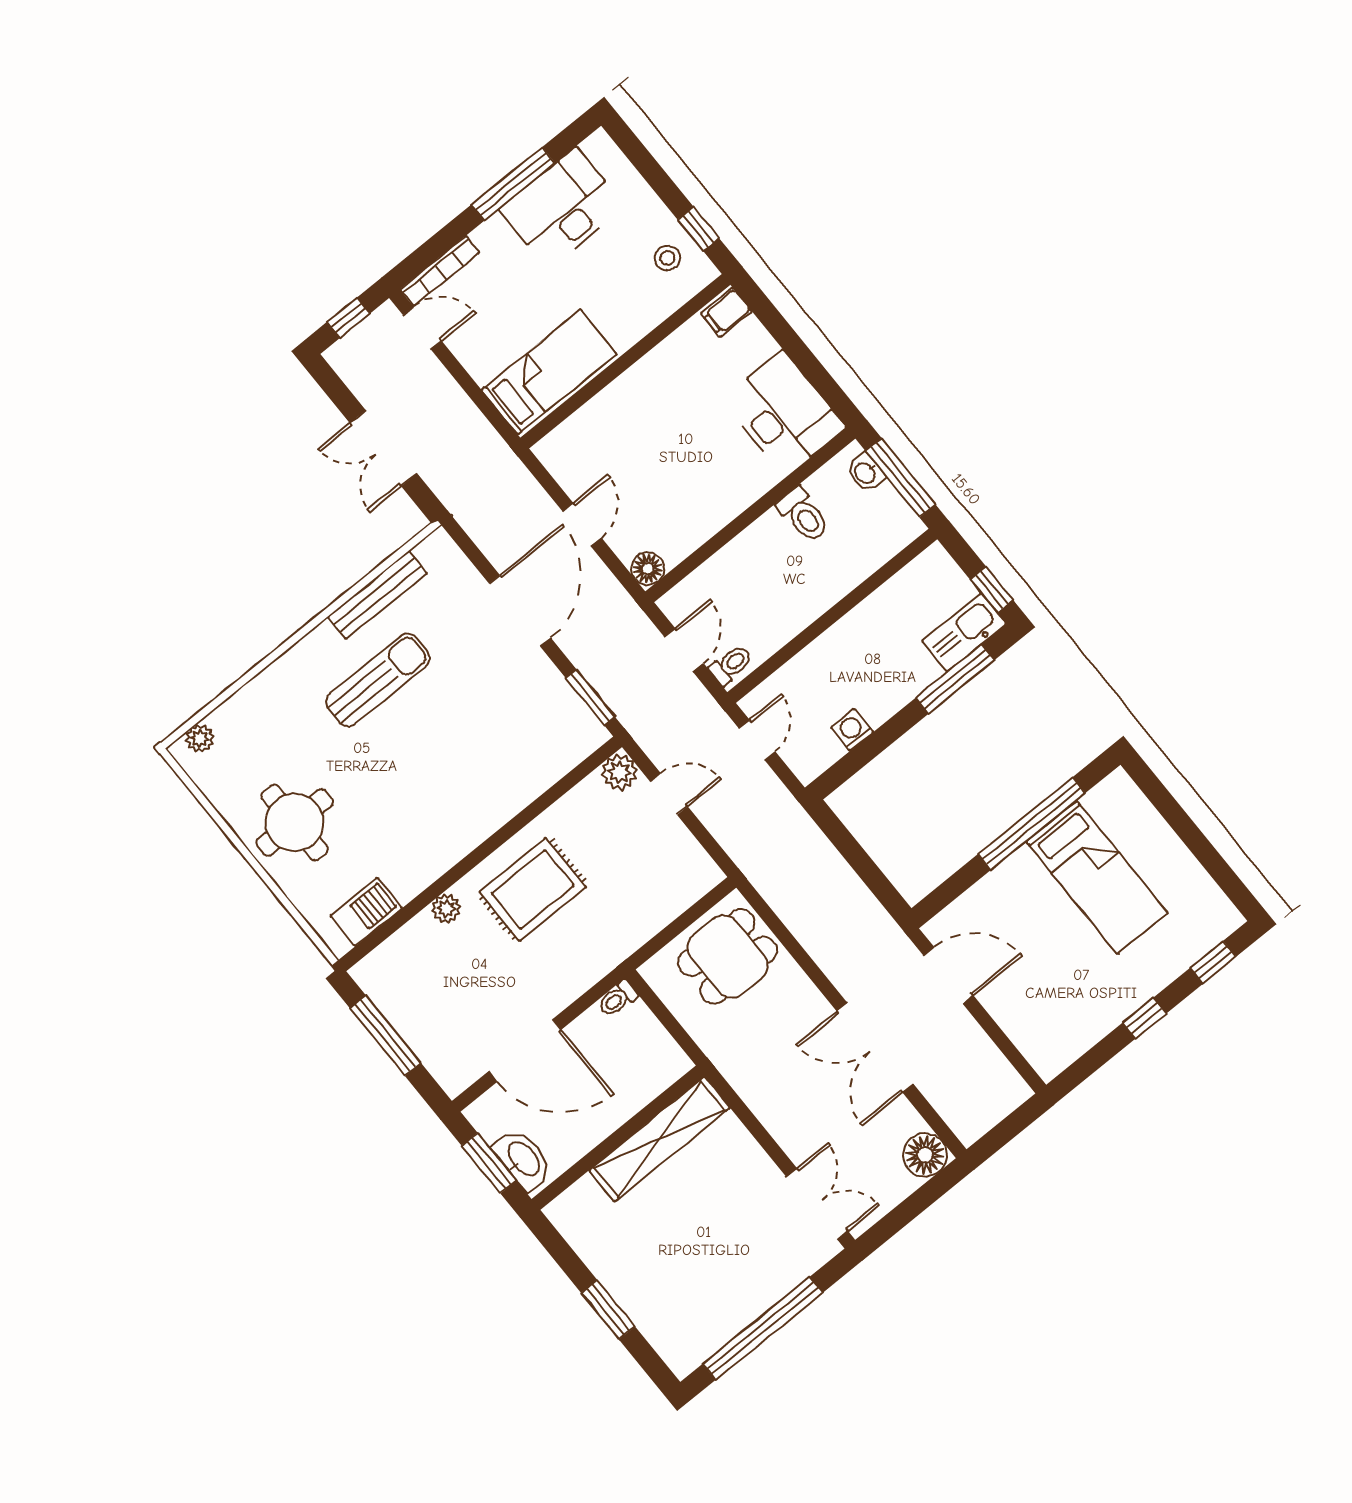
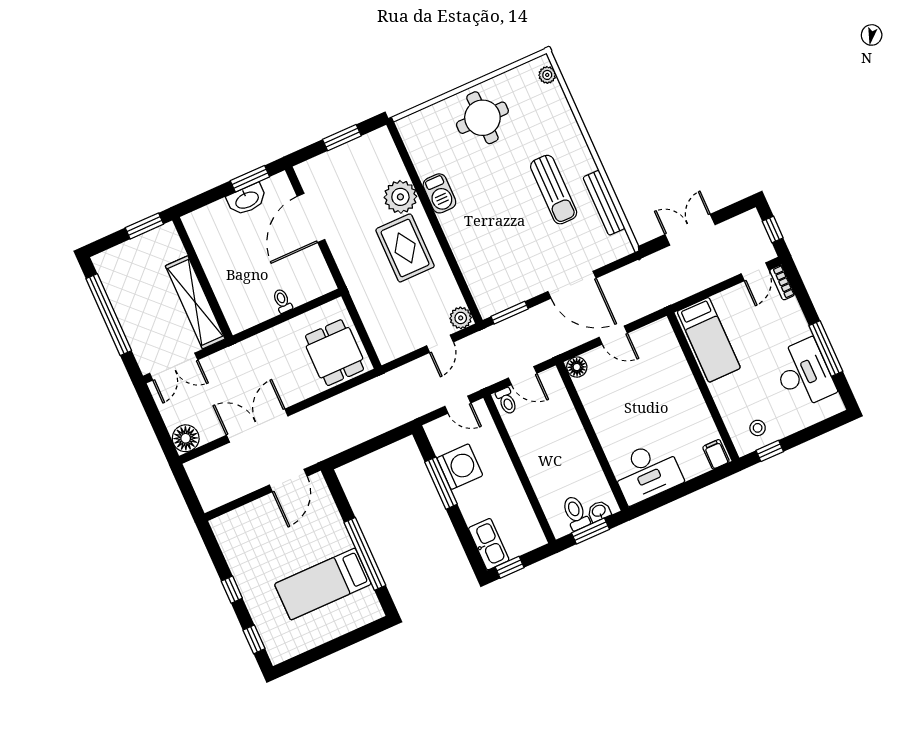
bookcase: (440, 271) -> (782, 282), width x0.64
window: (901, 478) -> (590, 531), width x0.69
toilet: (803, 515) -> (576, 513), moved, turned 90
window: (955, 679) -> (441, 483), moved
washing machine: (852, 730) -> (460, 467), width x1.89, depth x1.89
plant: (446, 909) -> (400, 197), width x1.87, depth x1.87
barbecue: (366, 912) -> (439, 193), moved
toilet: (618, 999) -> (282, 301), moved
window: (385, 1036) -> (342, 138), width x0.69
wall: (618, 1138) -> (202, 278), moved
shelving: (660, 1139) -> (195, 302), moved

